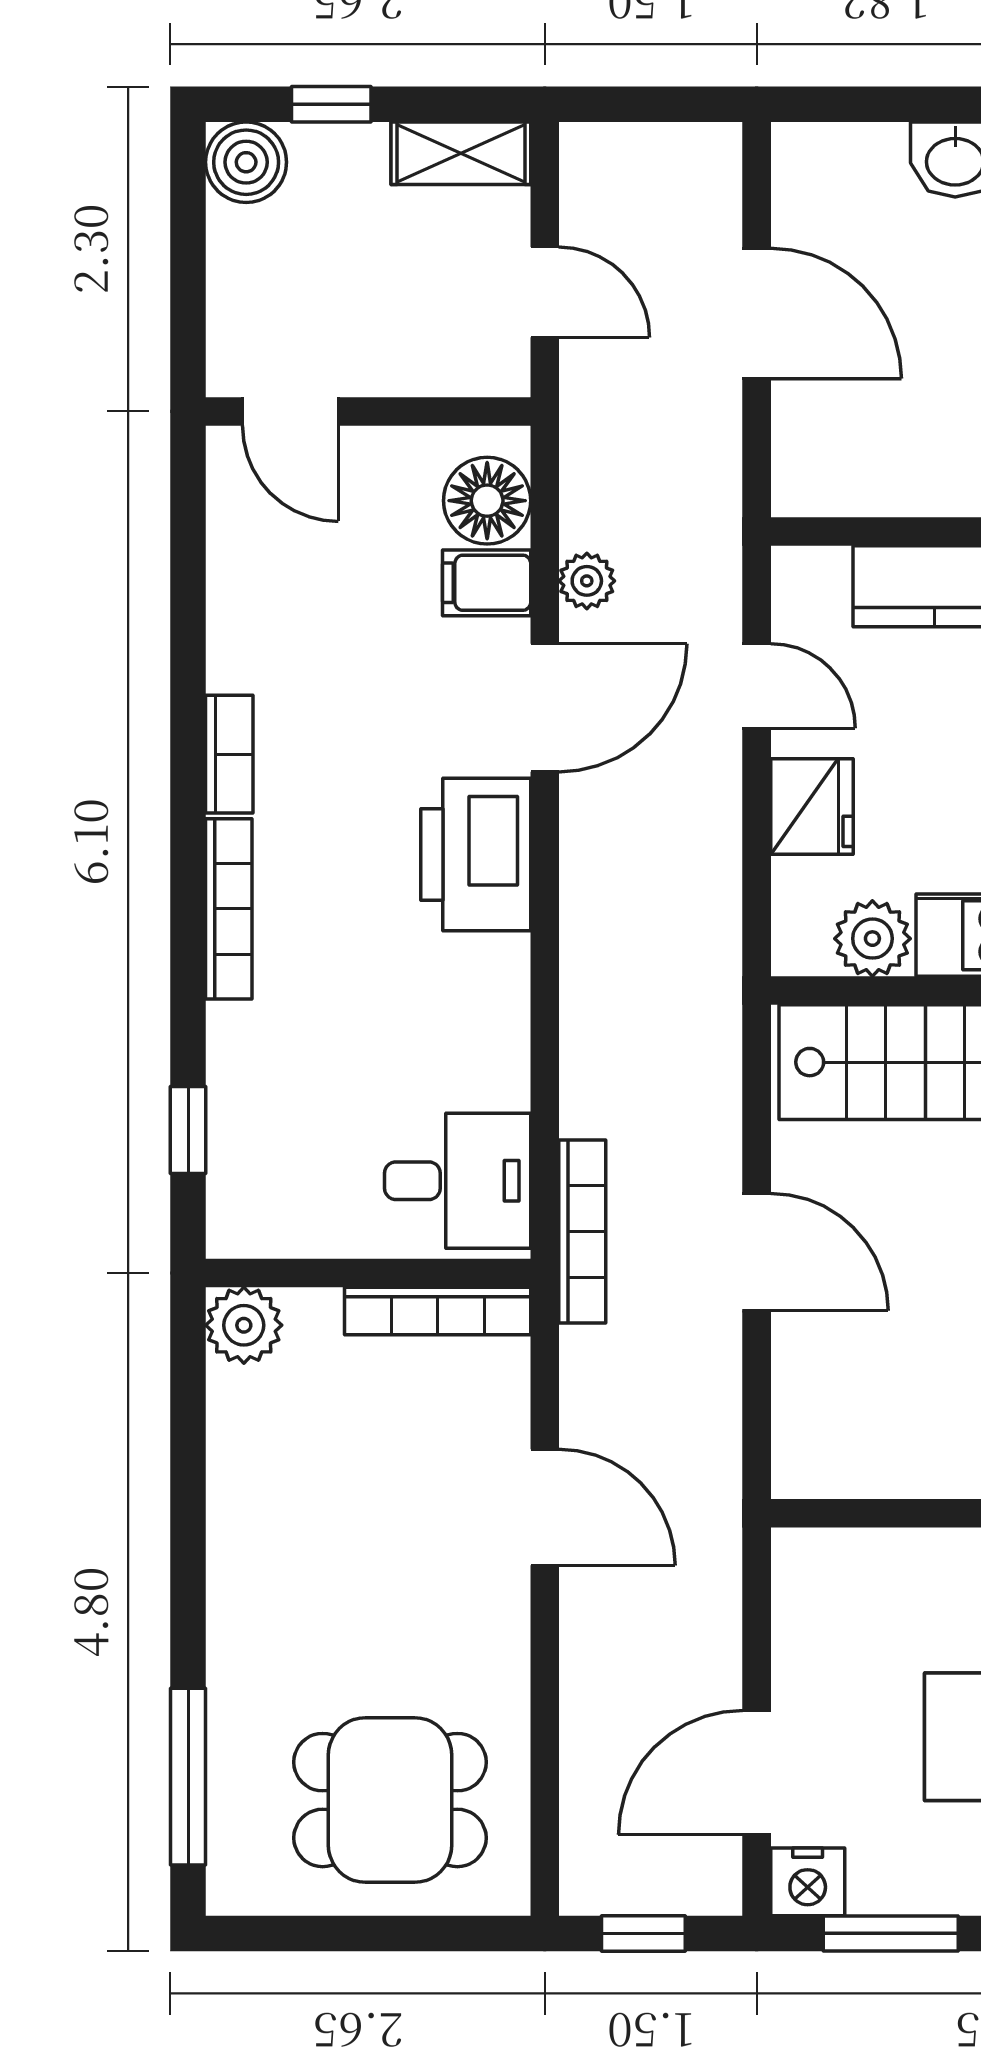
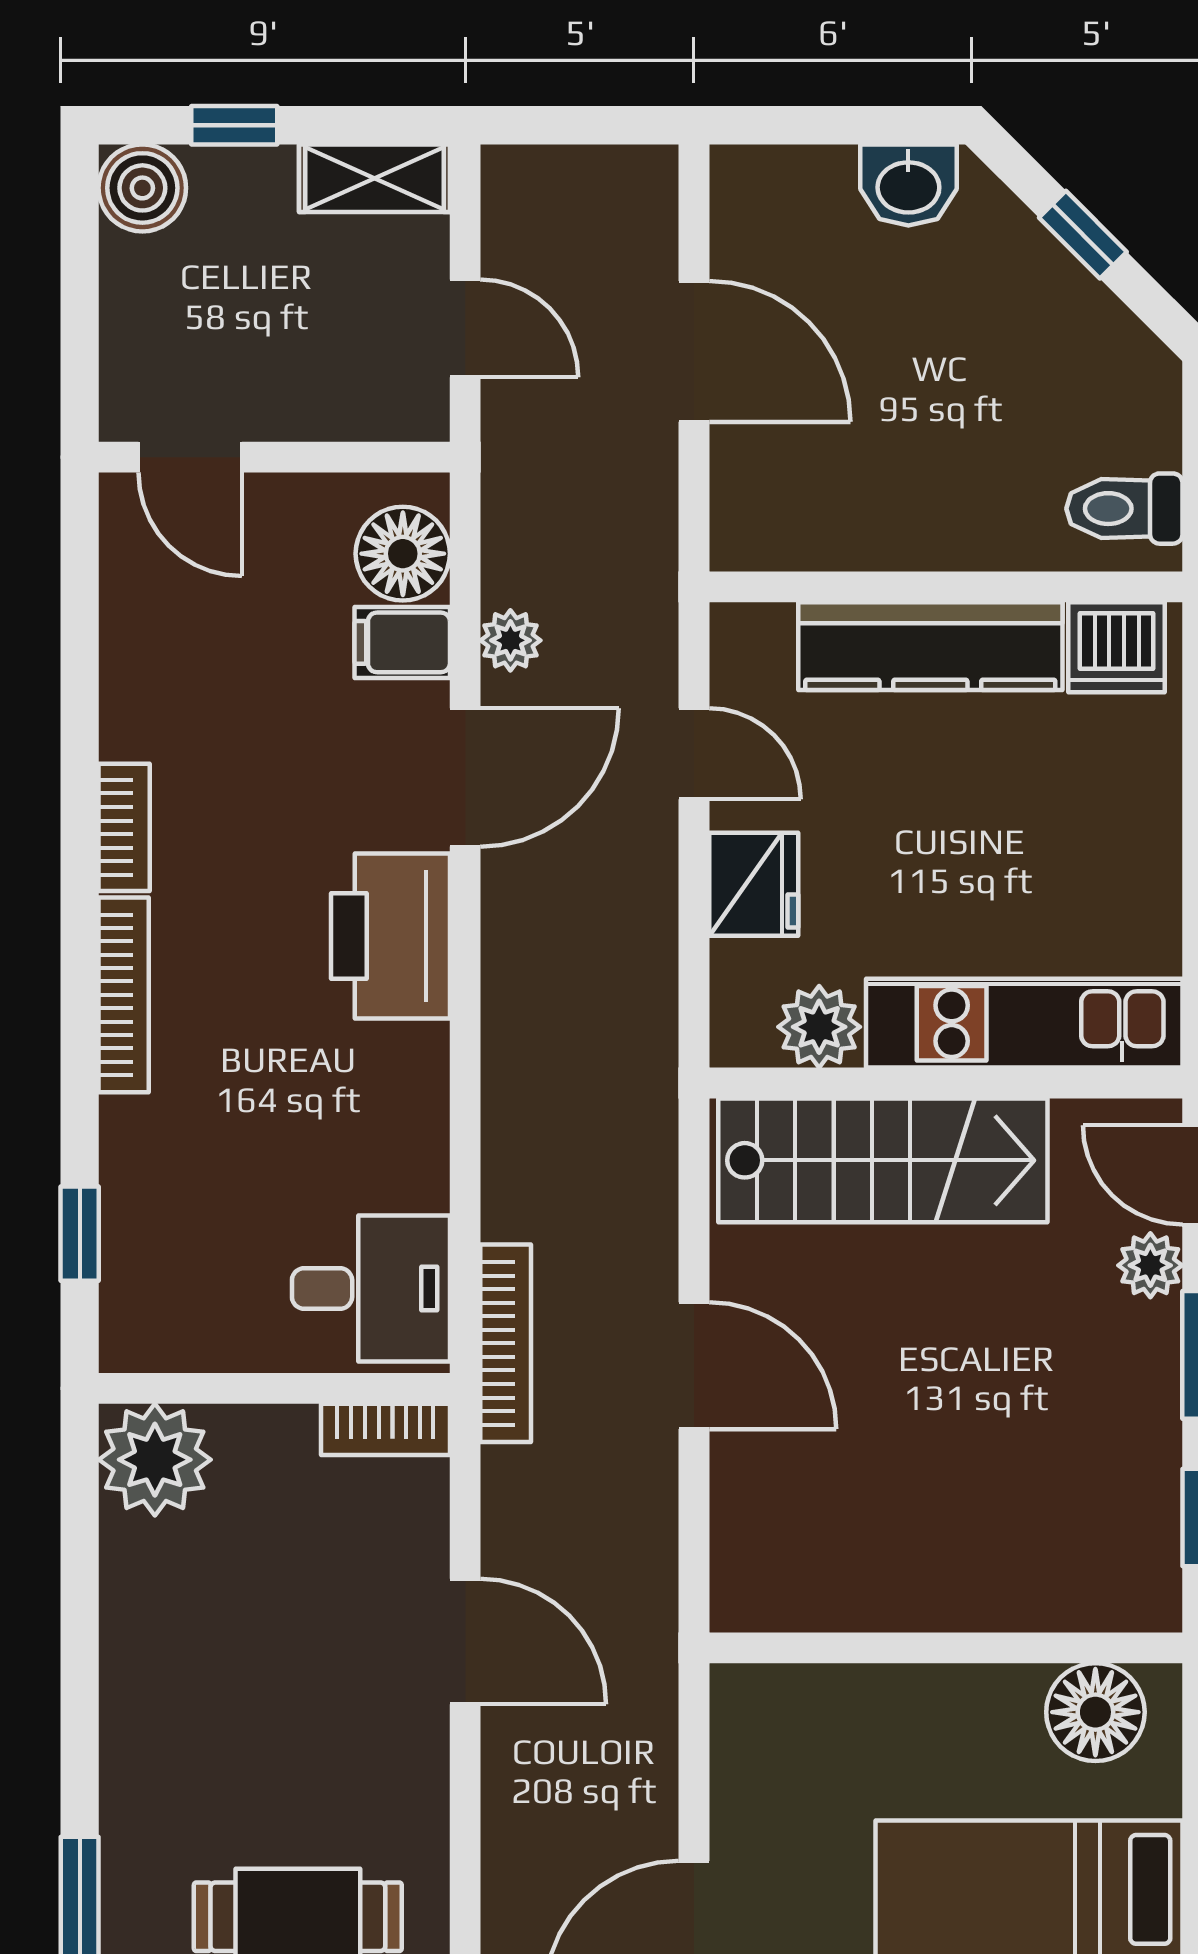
bookcase: (438, 1311) -> (385, 1429), width x0.64
plant: (244, 1325) -> (155, 1460), width x1.36, depth x1.36

